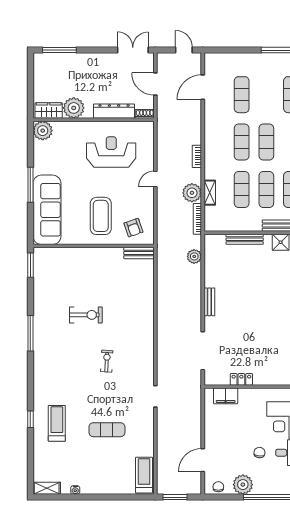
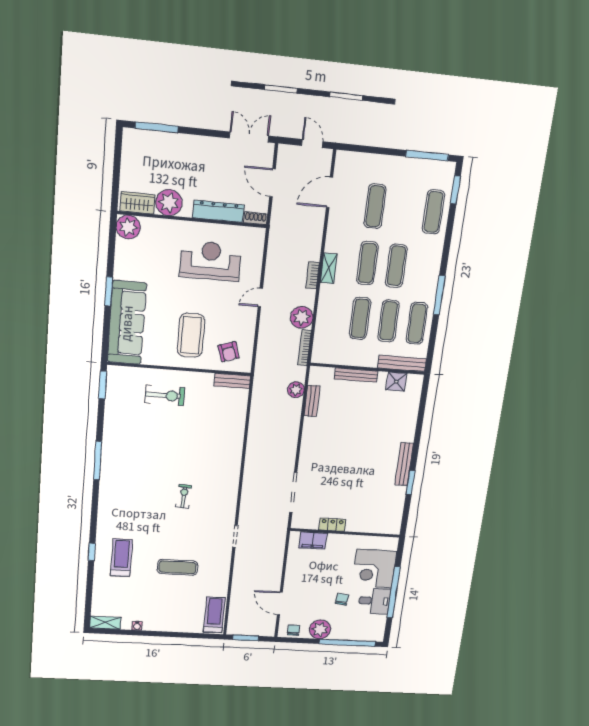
window: (30, 185) -> (109, 291), width x0.69
shelving: (210, 193) -> (329, 268), moved
bench: (209, 302) -> (312, 401), moved
exercise bike: (86, 315) -> (165, 395), moved
door: (203, 460) -> (280, 603), hinge flipped

